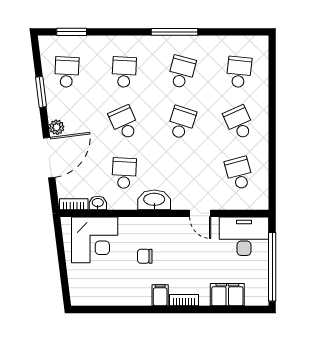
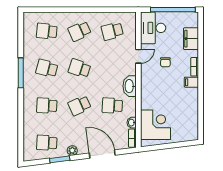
window: (72, 32) -> (21, 140), removed
plant: (57, 127) -> (72, 151), moved
chair: (145, 256) -> (165, 62), moved

